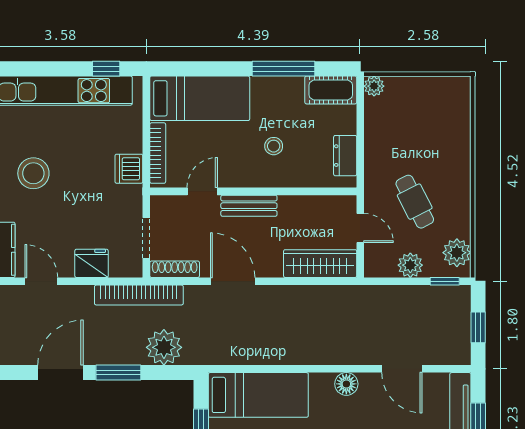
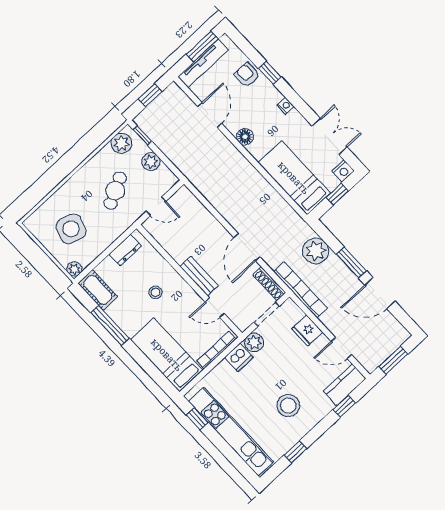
side table: (418, 121) -> (71, 229), added
plant: (130, 198) -> (254, 342), added
door: (360, 228) -> (156, 206), swing flipped
wardrobe: (320, 264) -> (195, 210), removed
door: (41, 281) -> (341, 348), hinge flipped

